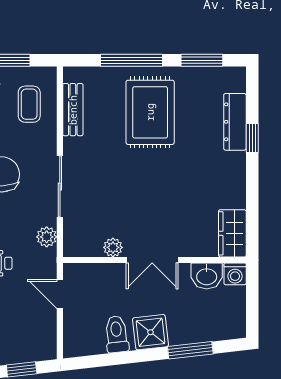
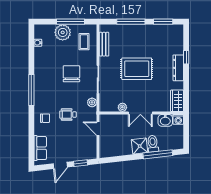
rug: (150, 112) -> (137, 69), moved, turned 90
dresser: (235, 122) -> (178, 68), moved
toilet: (117, 334) -> (153, 144), moved
window: (190, 350) -> (158, 154), width x1.44

